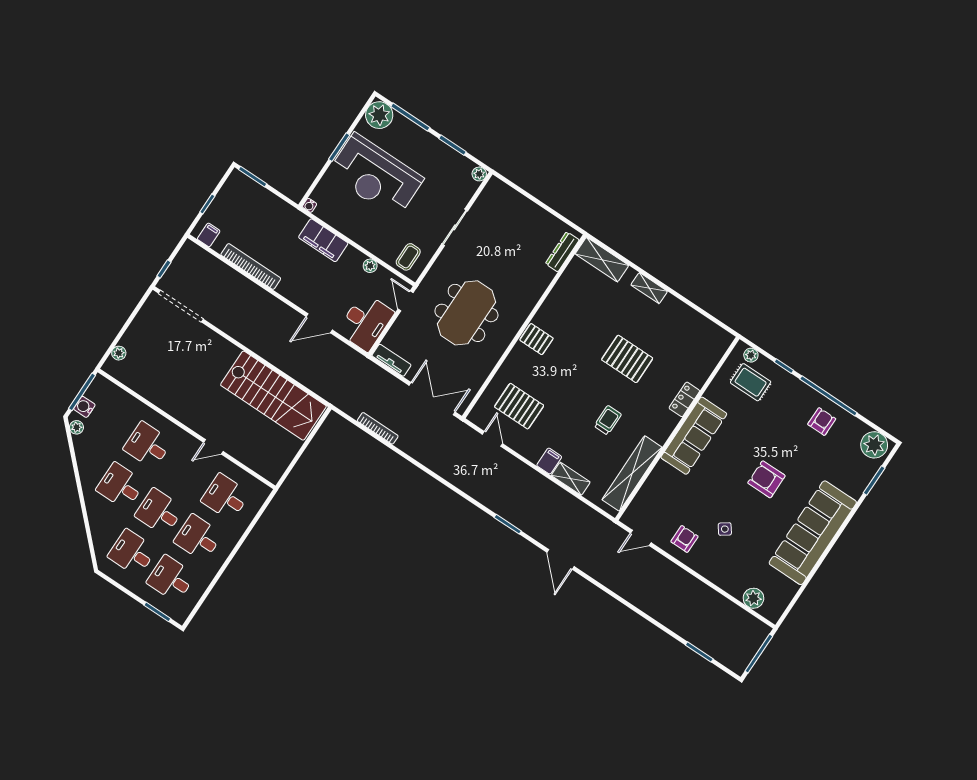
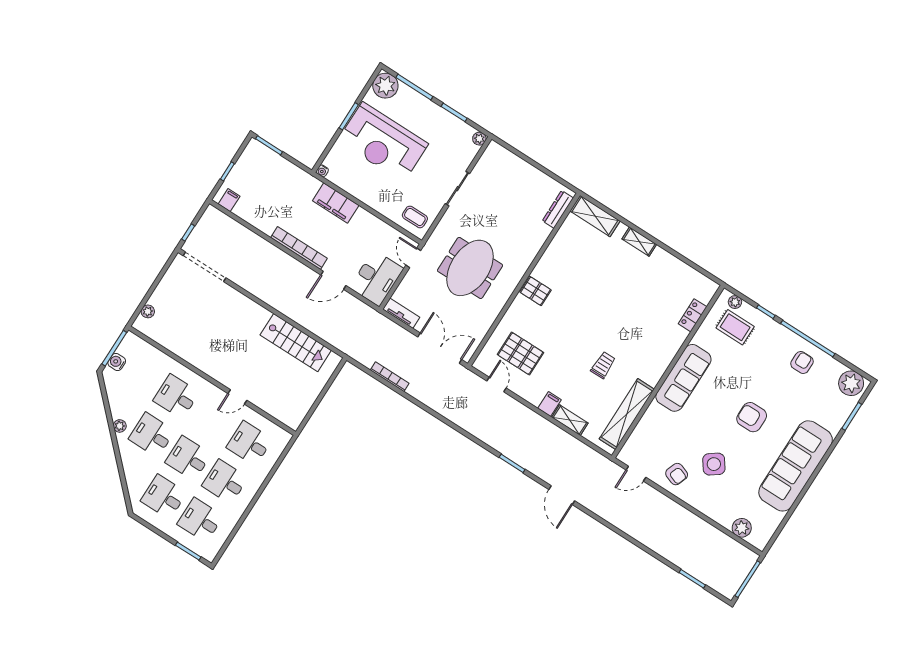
coffee table: (408, 257) -> (415, 217), turned 90
plant: (370, 266) -> (380, 226), removed
bookcase: (251, 267) -> (299, 248), moved
pallet: (627, 359) -> (620, 308), removed
stairs: (273, 396) -> (296, 343), width x0.73, depth x0.66
locker: (684, 399) -> (693, 315), moved
plant: (77, 427) -> (120, 426), moved
side table: (725, 529) -> (714, 464), width x1.87, depth x1.87
armchair: (684, 539) -> (677, 474), turned 110

